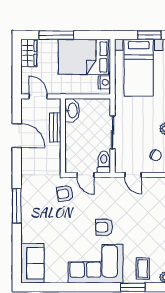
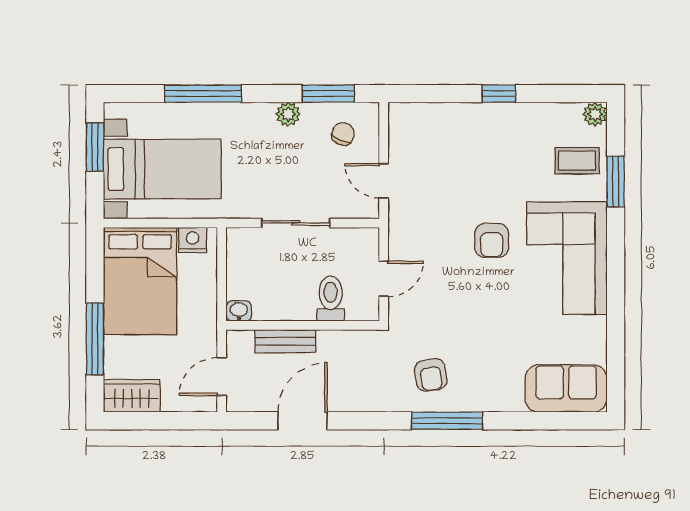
washbasin: (72, 110) -> (239, 311), width x0.52, depth x0.69
toilet: (104, 162) -> (331, 299), moved, turned 90
door: (133, 175) -> (384, 181), swing flipped
armchair: (65, 193) -> (431, 375), moved

